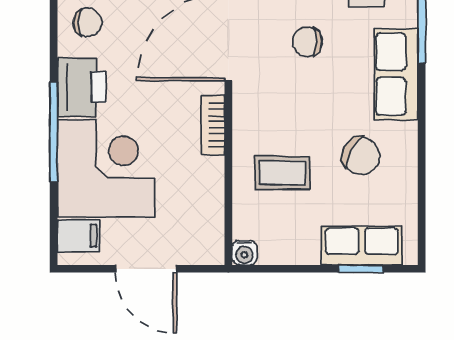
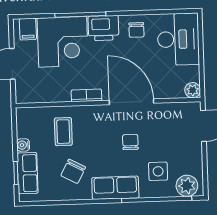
water cooler: (244, 253) -> (23, 145), moved

